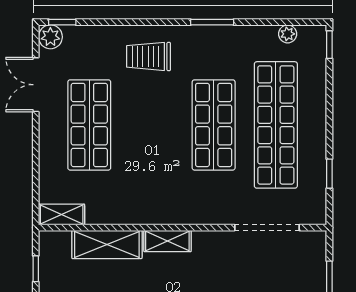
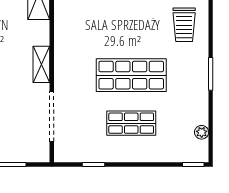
trolley: (149, 56) -> (184, 25), turned 180
shop shelf: (276, 125) -> (131, 123), width x0.50, depth x0.74
shelving: (167, 241) -> (41, 64), moved

